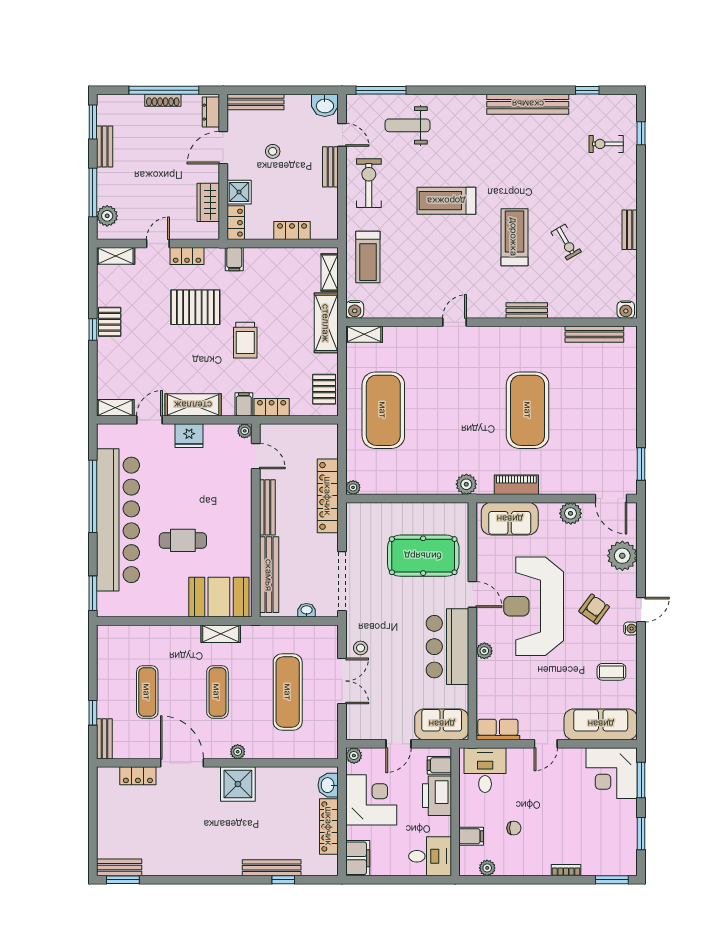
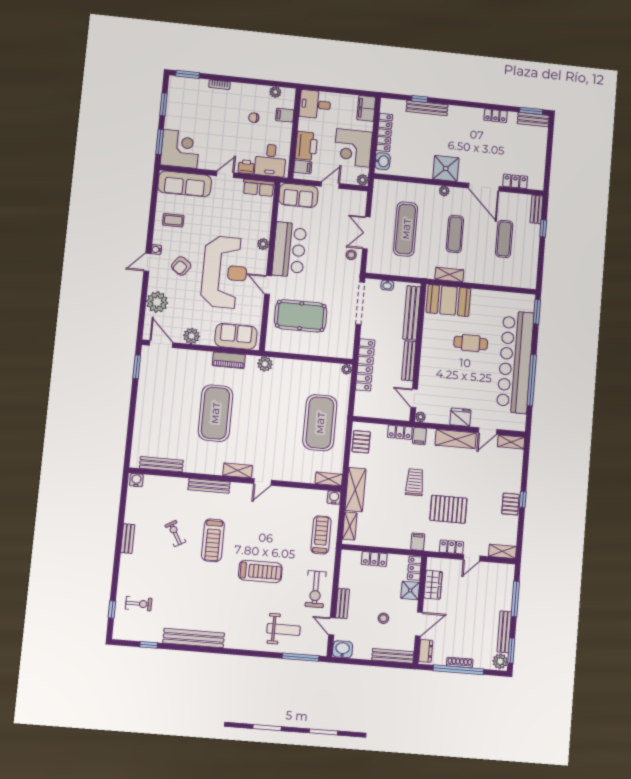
bench: (105, 147) -> (504, 632), width x1.36
plant: (107, 216) -> (500, 661), moved
bench: (527, 310) -> (209, 486), width x1.36
shelving: (490, 335) -> (238, 470), added
printer: (518, 757) -> (246, 167), added
locker: (173, 867) -> (496, 116), added

